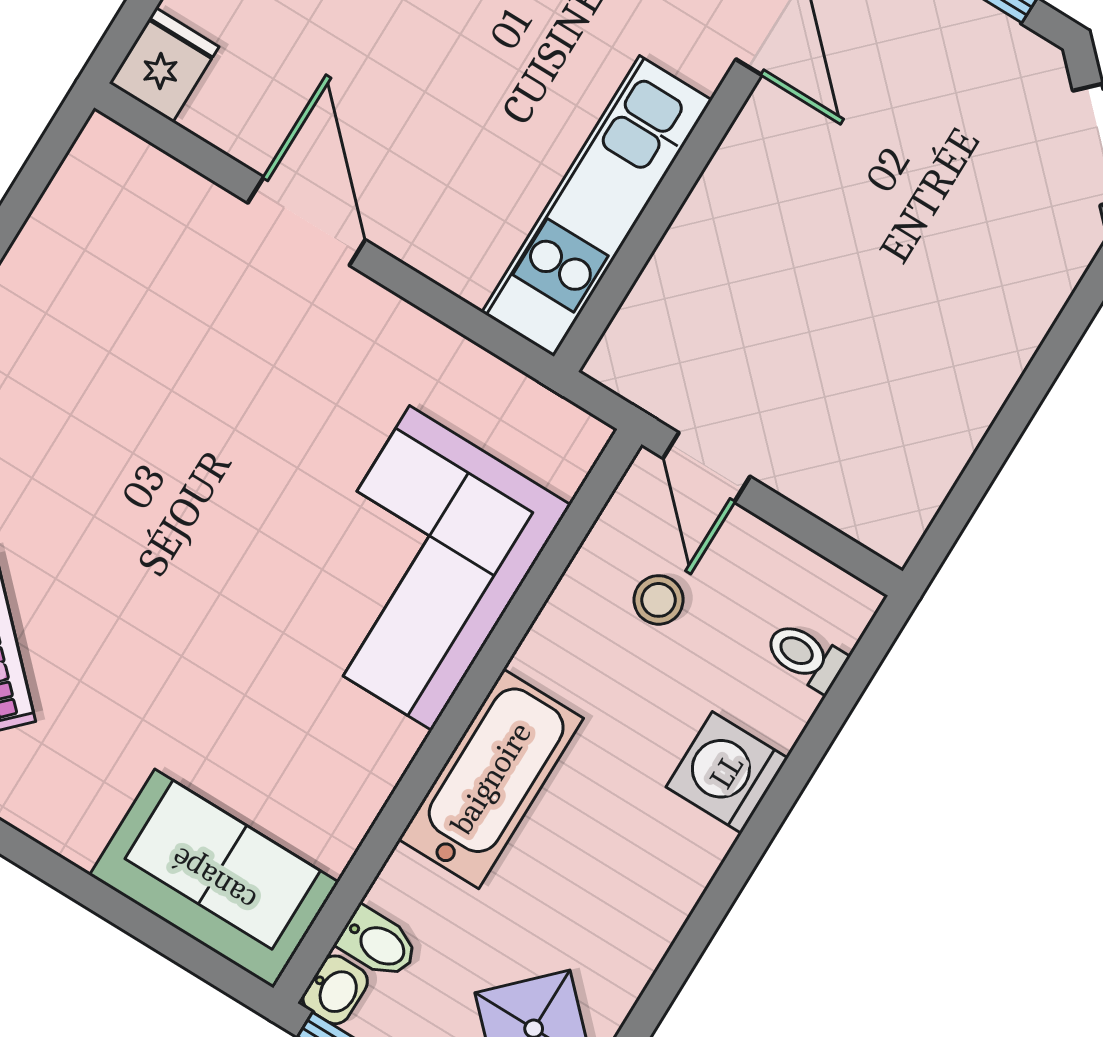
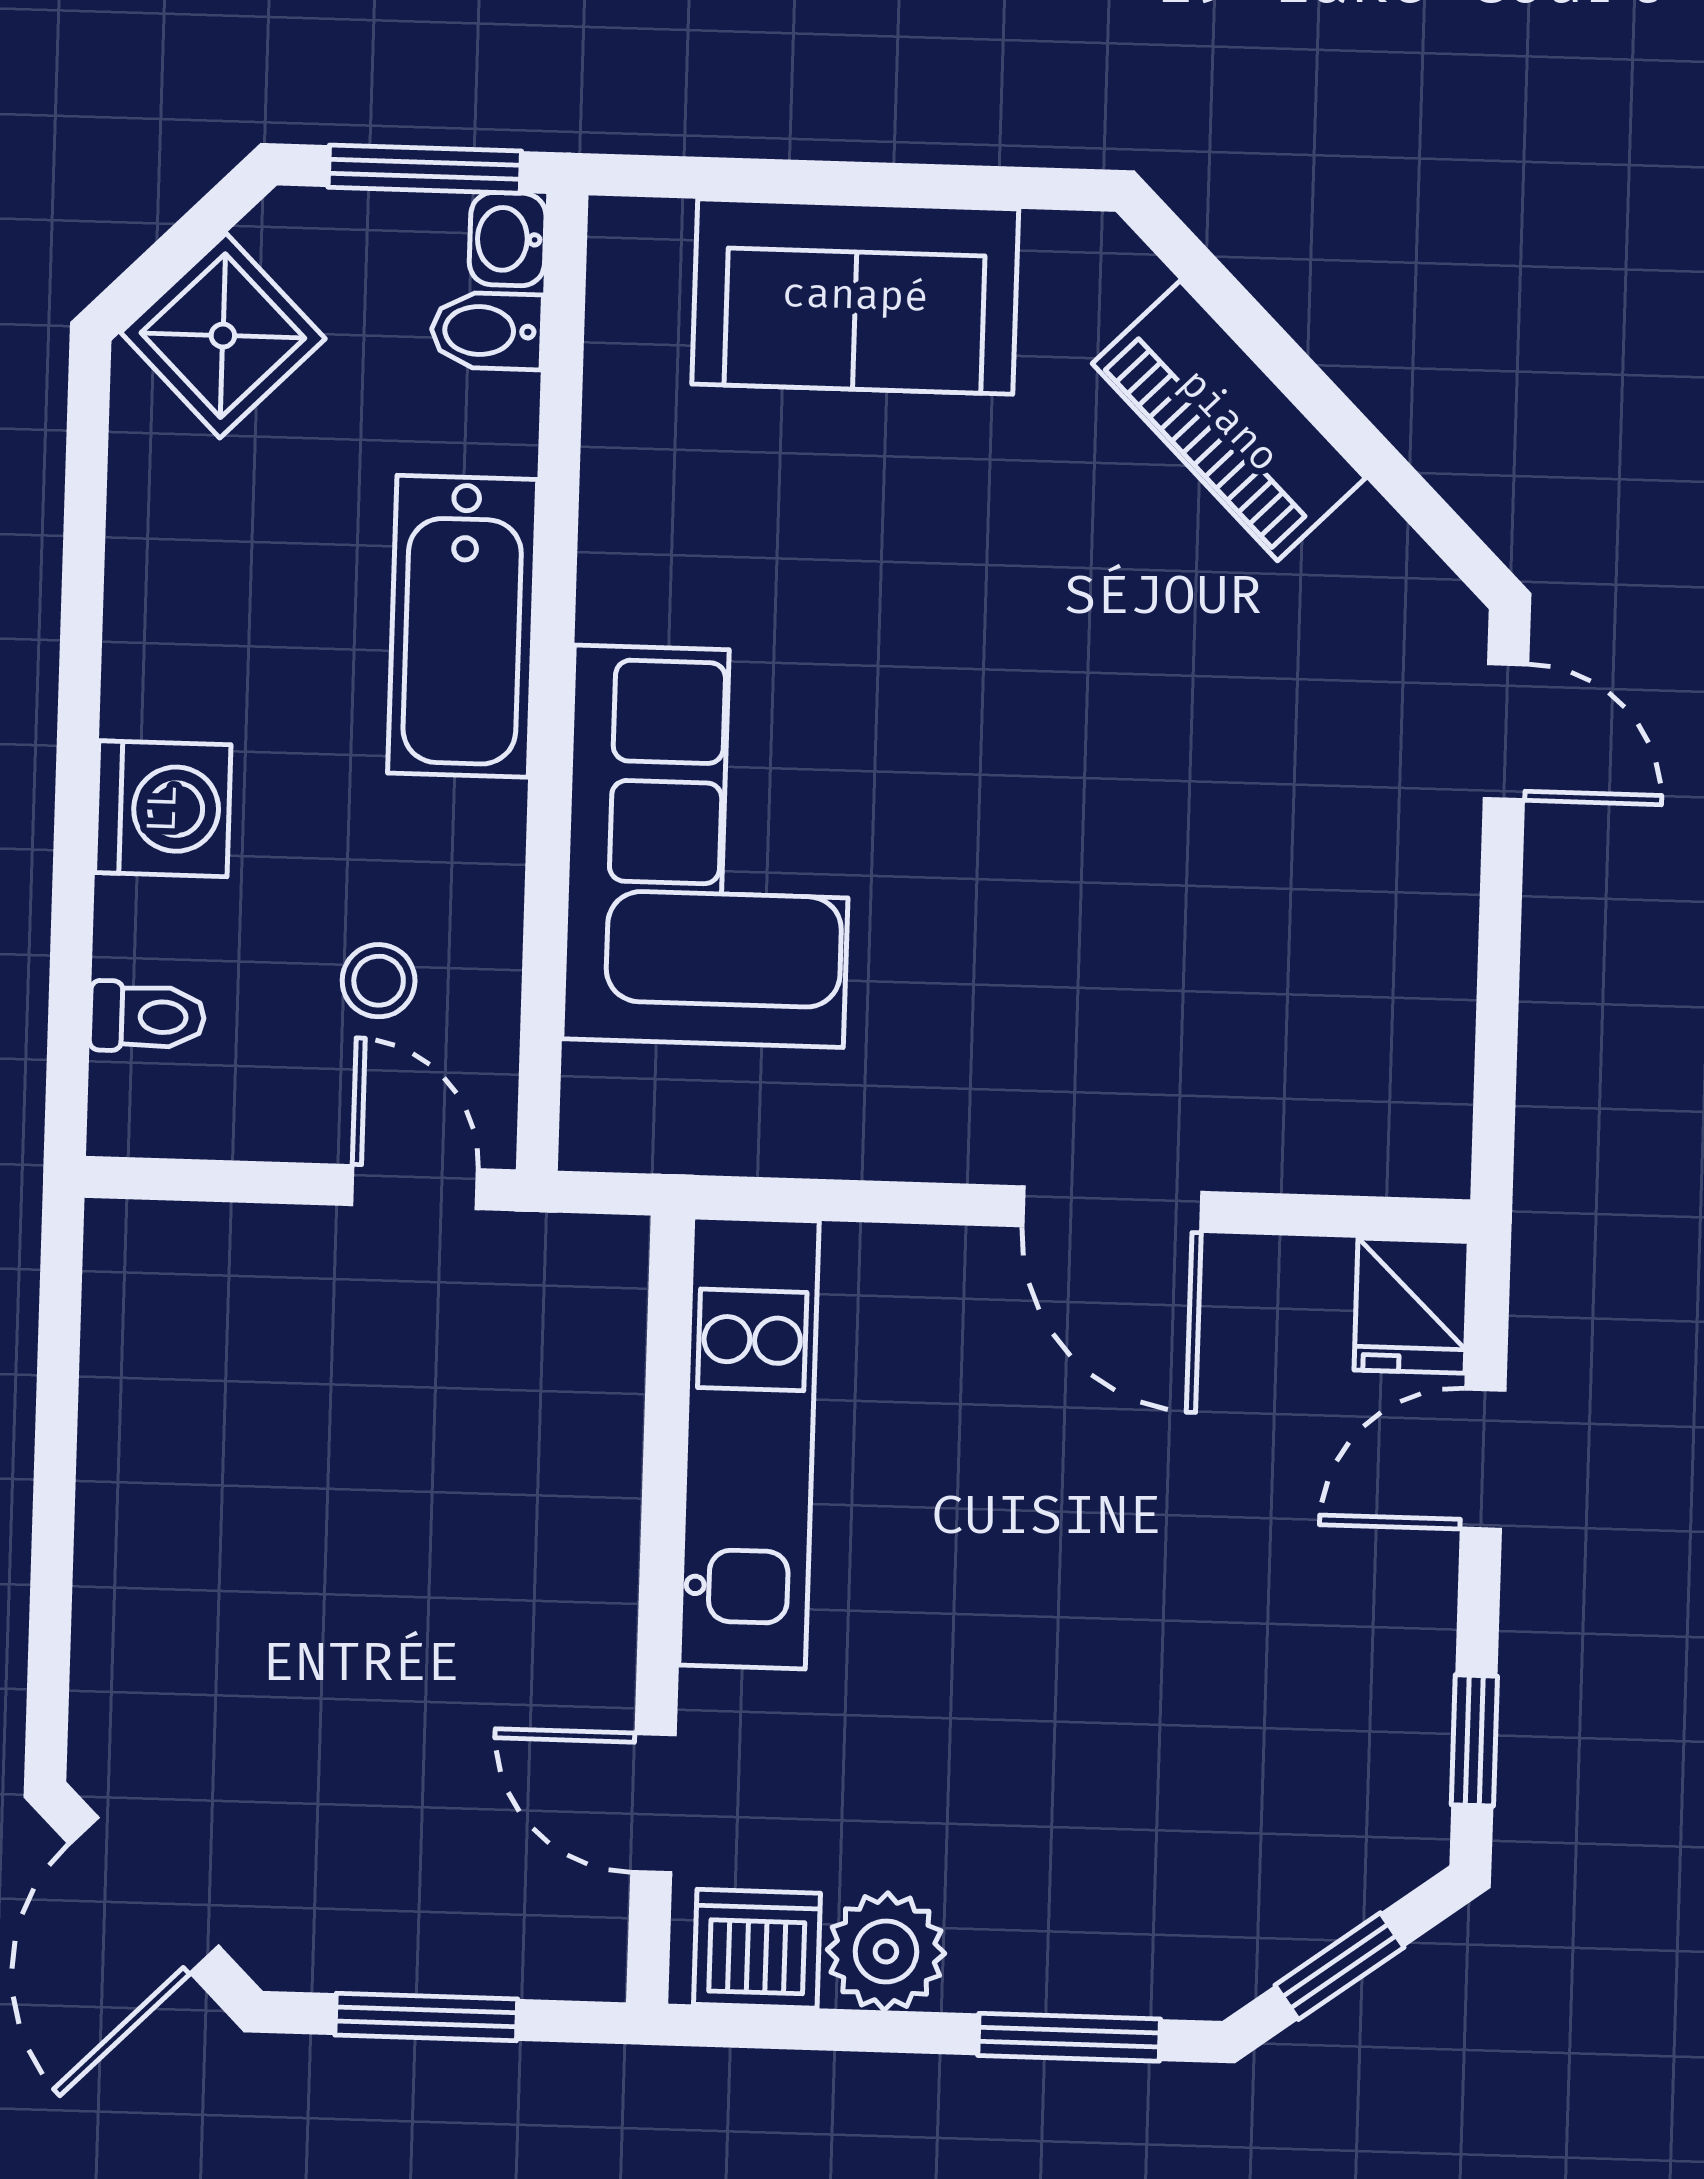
sofa: (214, 879) -> (855, 296), moved

